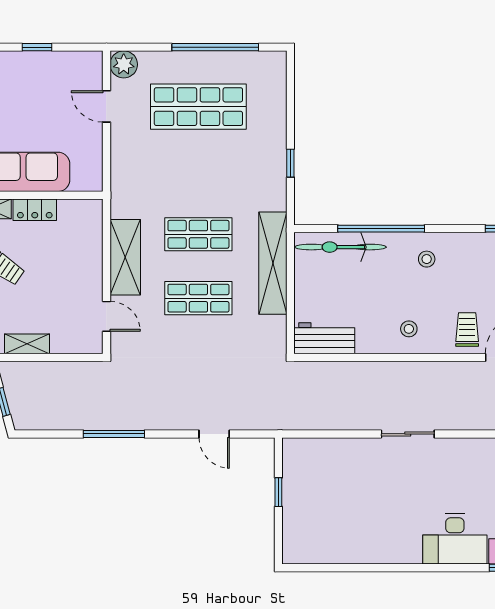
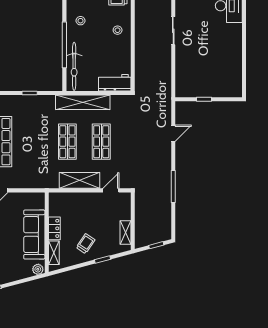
workbench: (324, 338) -> (115, 83), moved, turned 90

